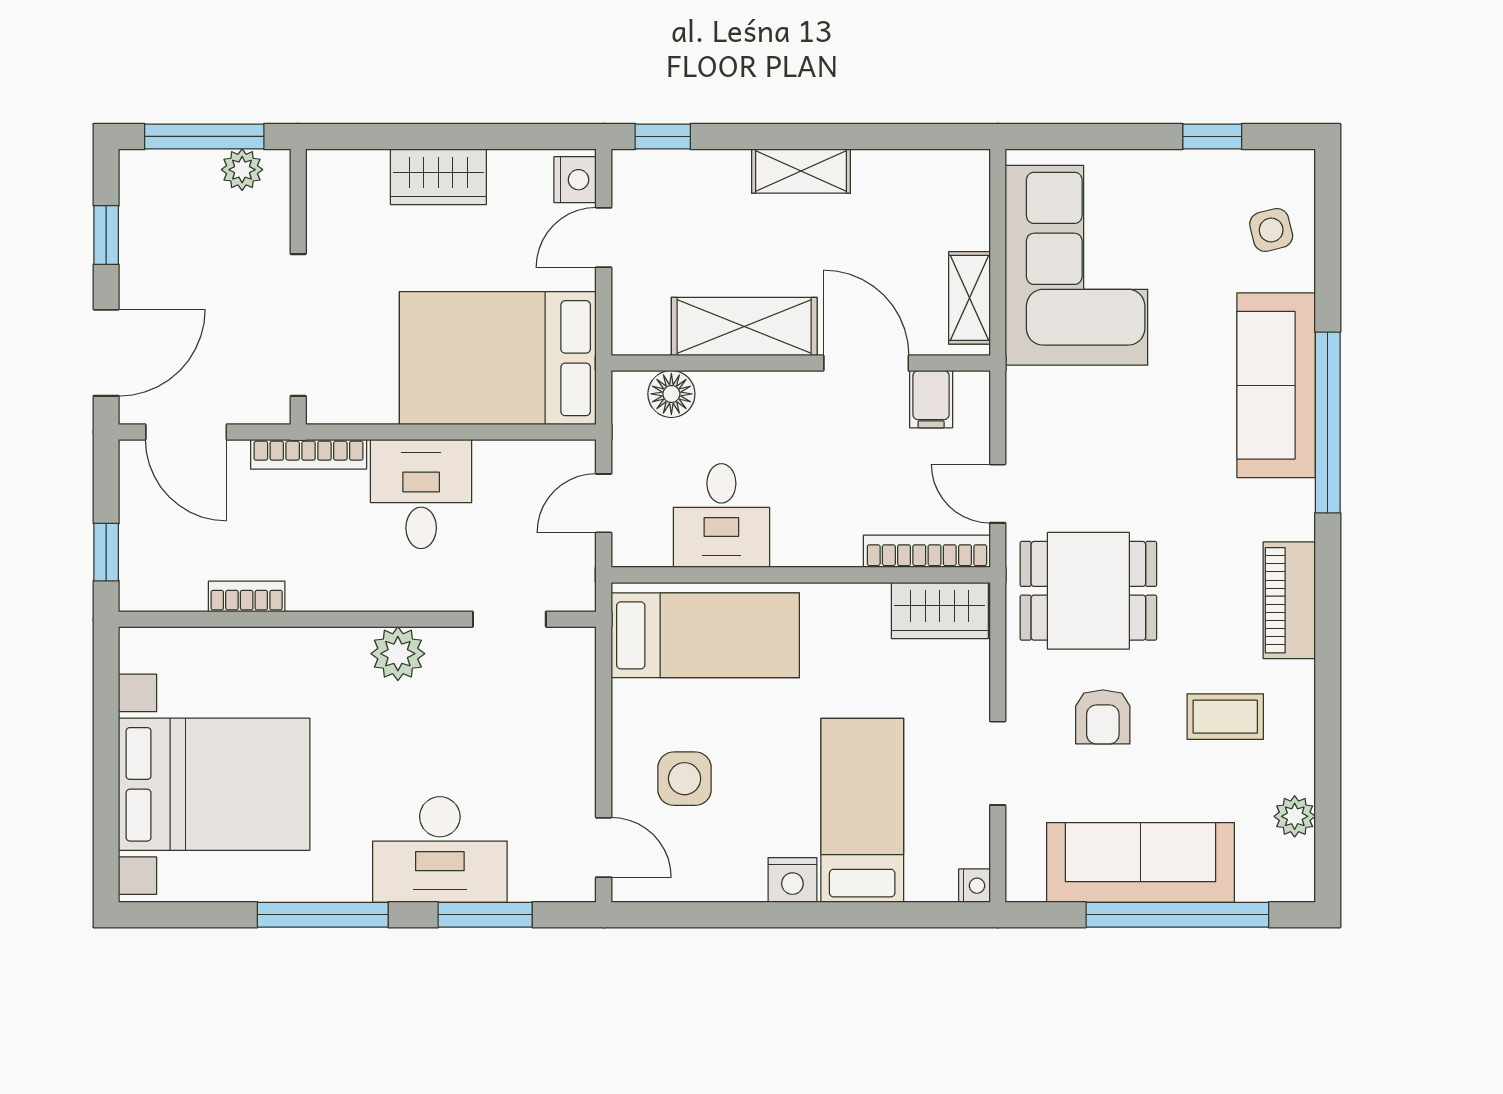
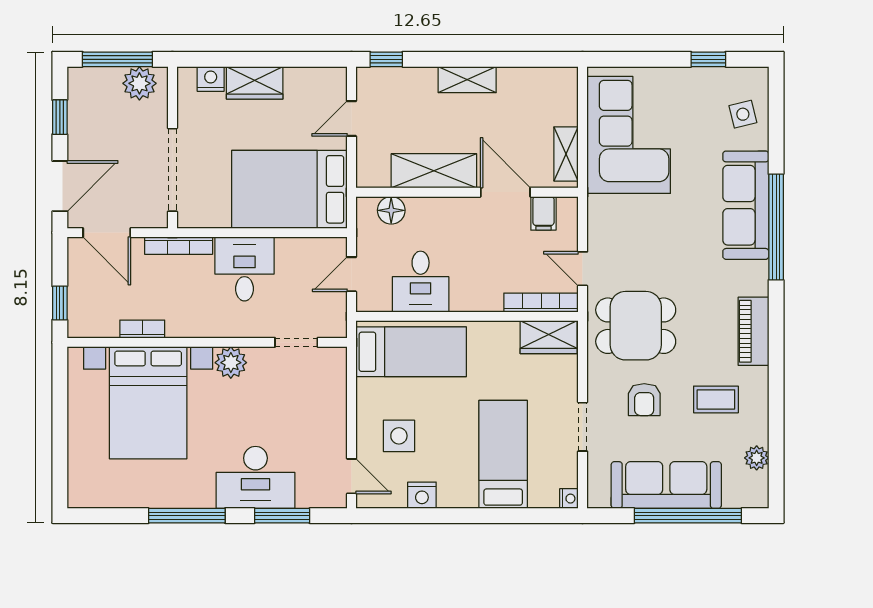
plant: (242, 170) -> (139, 83), width x1.38, depth x1.38
nightstand: (575, 180) -> (211, 79), moved, turned -90
bed with nightstands: (214, 784) -> (148, 403), moved, turned 90
nightstand: (792, 880) -> (422, 495), moved

